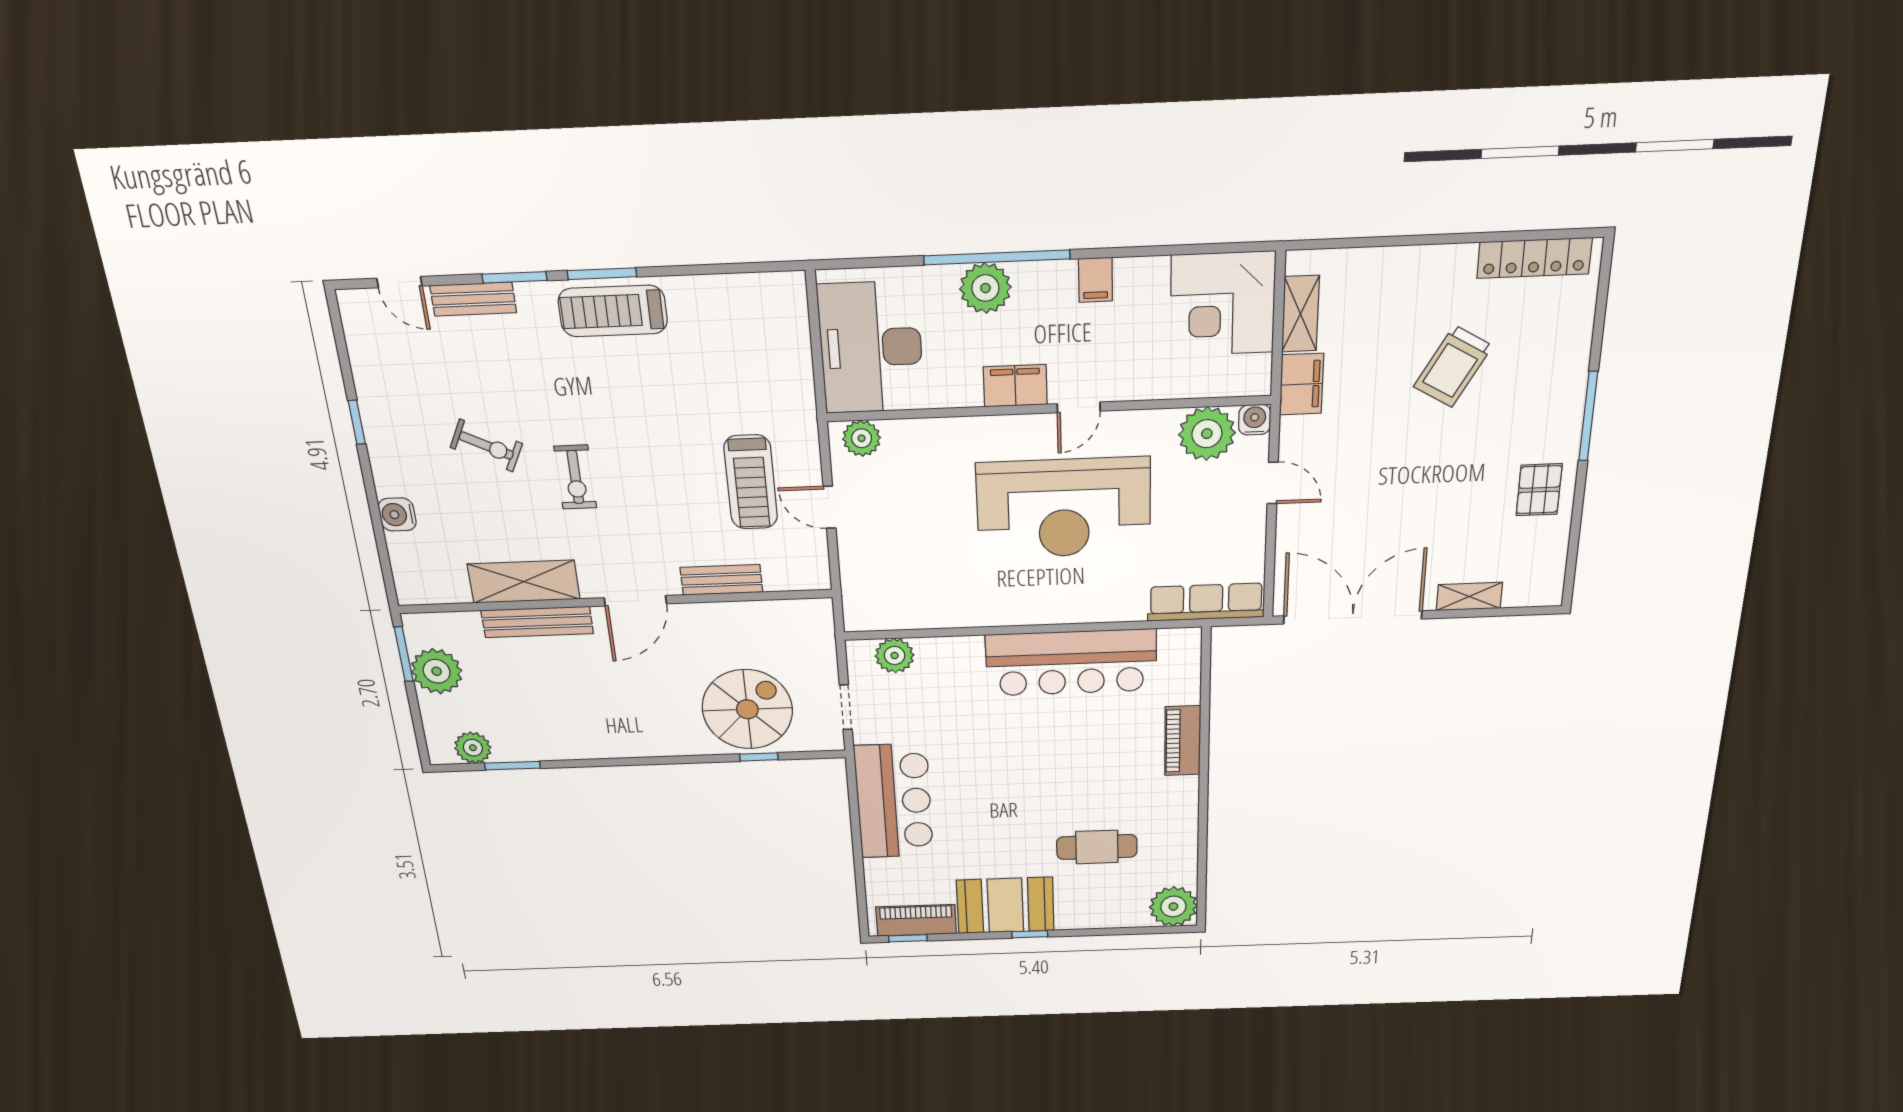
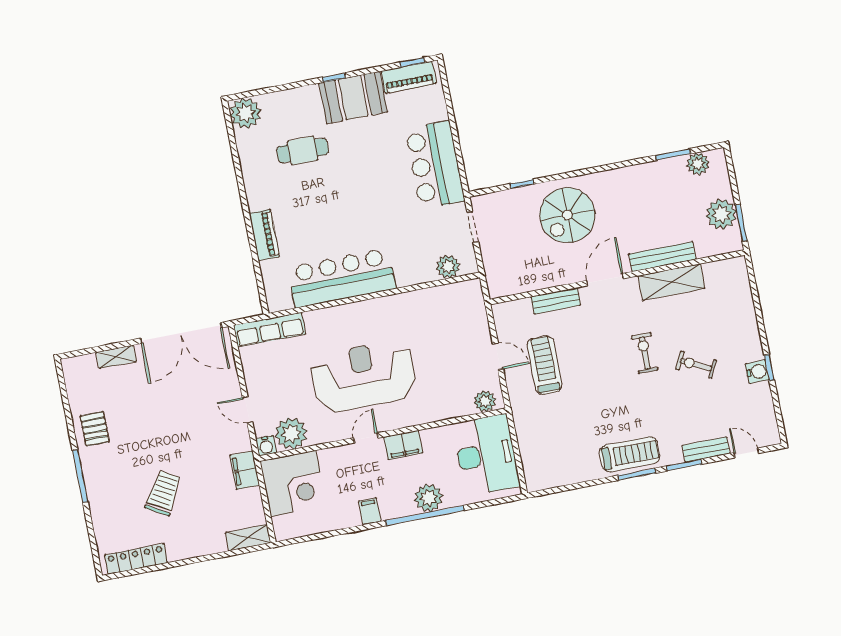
corner desk: (1223, 304) -> (293, 484), moved, turned 90
shelving: (1300, 314) -> (248, 538), moved, turned 90
water cooler: (397, 515) -> (757, 372), moved
spiral stairs: (747, 709) -> (567, 215), moved

